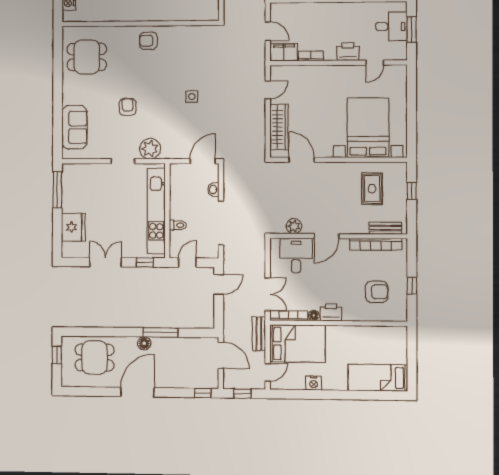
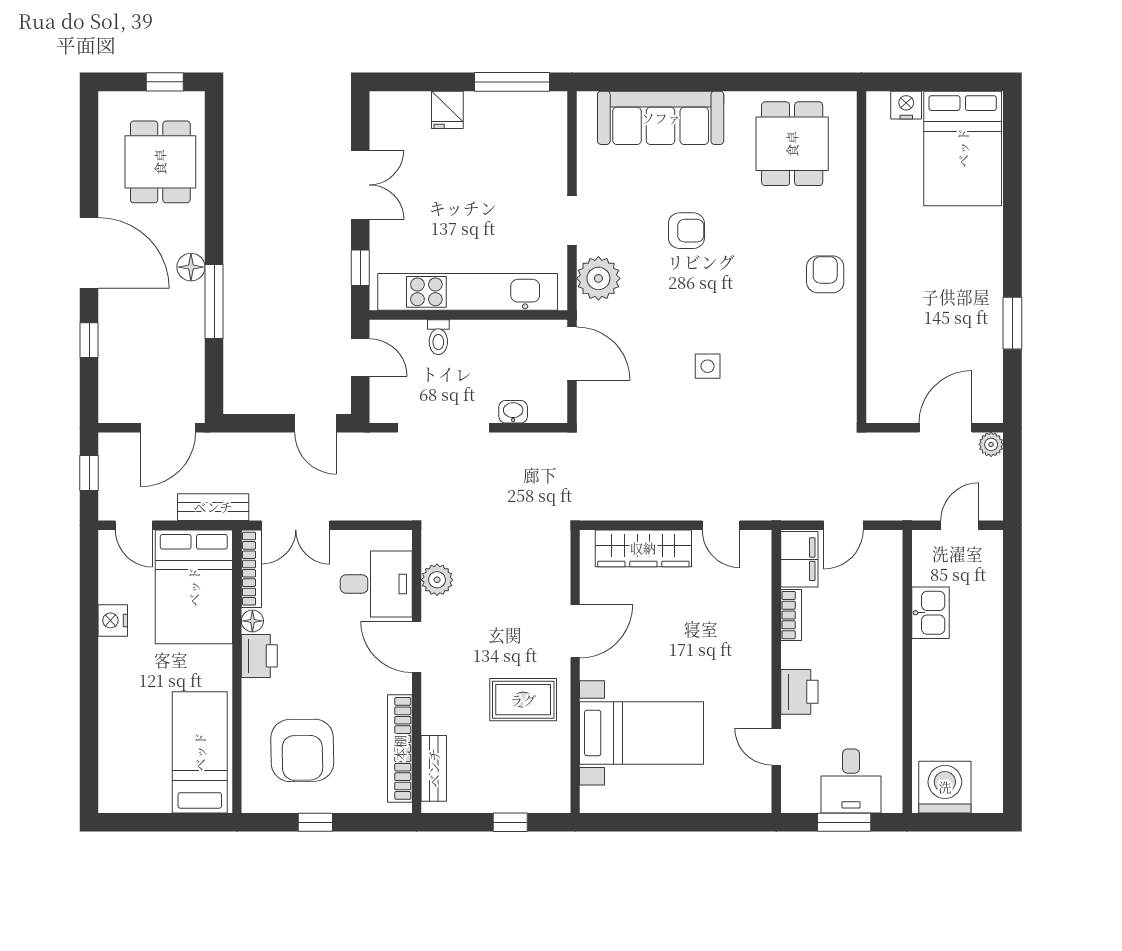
sofa: (74, 127) -> (661, 118), width x1.36
bed with nightstands: (368, 128) -> (642, 733), width x0.73
door: (302, 160) -> (575, 631), moved
door: (203, 161) -> (572, 353), moved
rug: (372, 189) -> (523, 700), moved
fridge: (73, 227) -> (447, 110), width x0.53, depth x0.75
armchair: (377, 292) -> (302, 750), width x1.36, depth x1.36
bed: (378, 378) -> (200, 752), moved
window: (203, 393) -> (89, 340), moved

